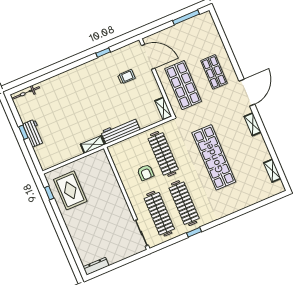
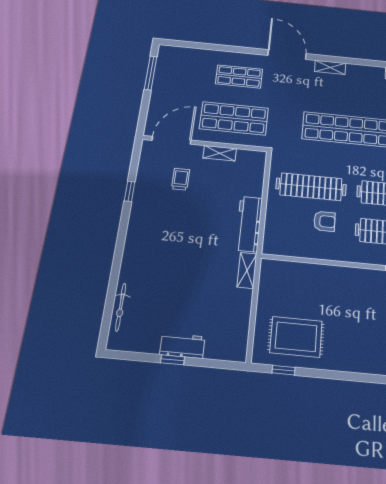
bicycle: (26, 93) -> (121, 307), moved
shelving: (163, 109) -> (220, 153), moved

